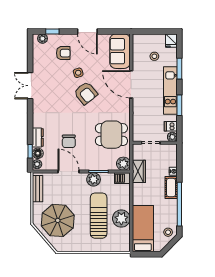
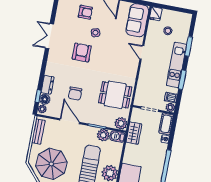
fridge: (171, 41) -> (156, 14), moved
door: (131, 84) -> (142, 52), width x0.53
armchair: (86, 93) -> (82, 53), moved, turned -141
plant: (94, 179) -> (103, 135), moved
cot: (171, 188) -> (166, 124), moved

